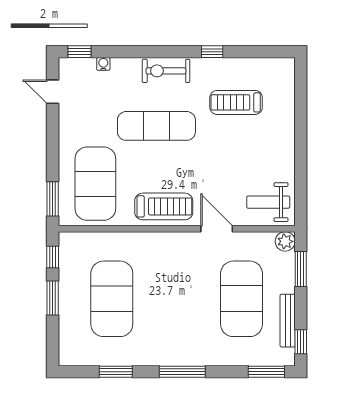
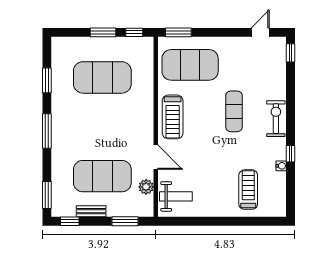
water cooler: (103, 64) -> (281, 166), moved
treadmill: (236, 102) -> (248, 190), moved
exercise mat: (156, 126) -> (234, 111), width x0.73, depth x0.69
weight bench: (268, 202) -> (176, 196), turned 90
door: (217, 229) -> (156, 157), hinge flipped
plant: (285, 241) -> (146, 187), moved
bench: (288, 321) -> (91, 211), width x0.73

